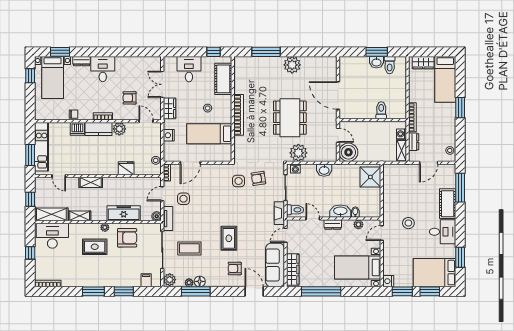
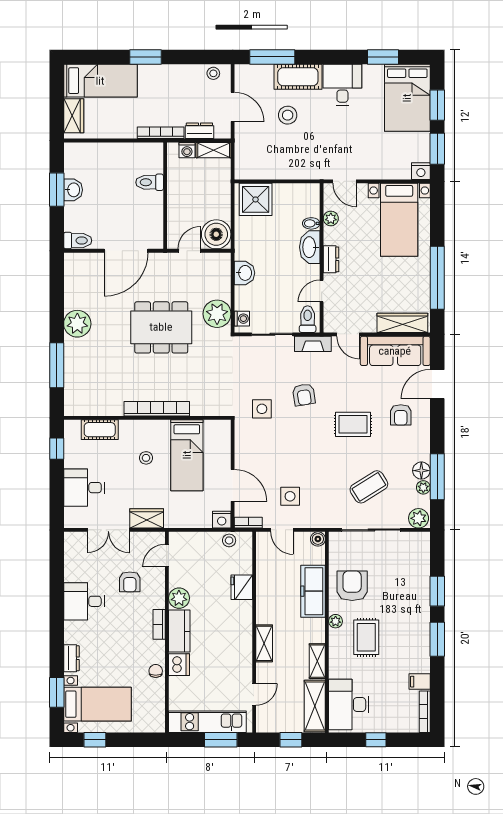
toilet: (390, 65) -> (78, 241), moved
desk: (103, 69) -> (84, 601), moved
cot: (223, 79) -> (100, 430), width x0.73, depth x0.75
nightstand: (169, 135) -> (222, 520), moved
armchair: (258, 178) -> (304, 395), moved
tv unit: (168, 219) -> (322, 521), removed
stool: (408, 223) -> (288, 115), moved
coffee table: (189, 248) -> (369, 487), turned 58
filing cabinet: (146, 280) -> (420, 682), moved

